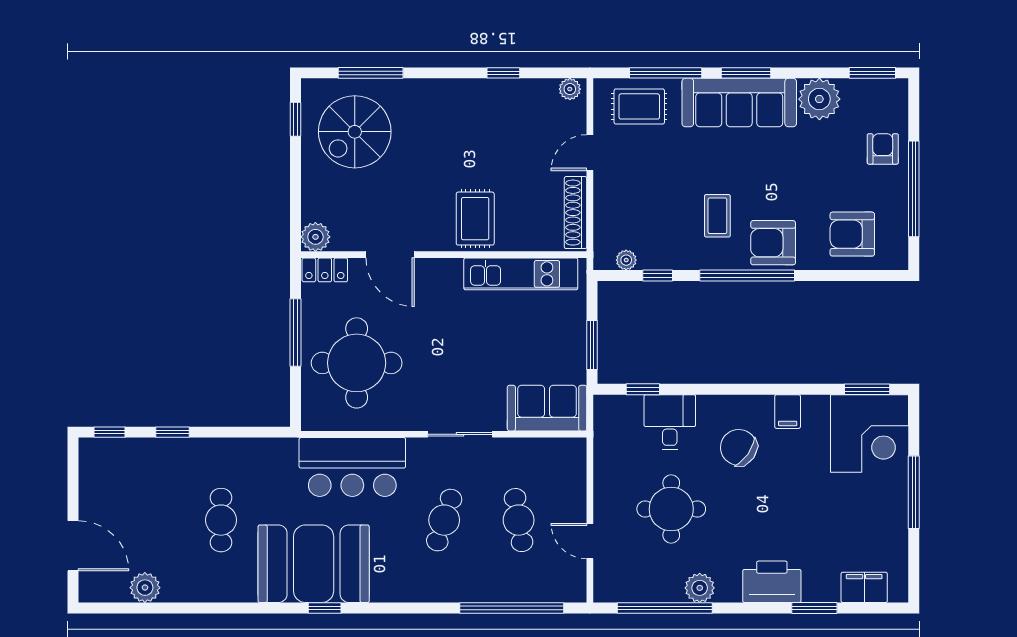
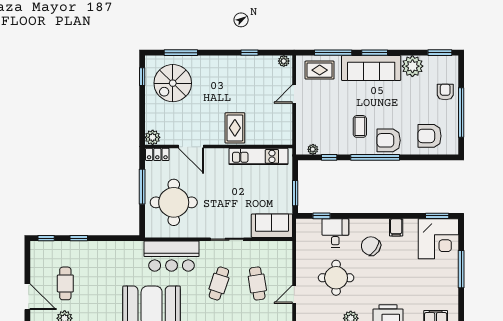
shoe rack: (576, 213) -> (287, 125), removed
cafe table: (221, 520) -> (65, 283), moved
door: (590, 541) -> (294, 294), hinge flipped

